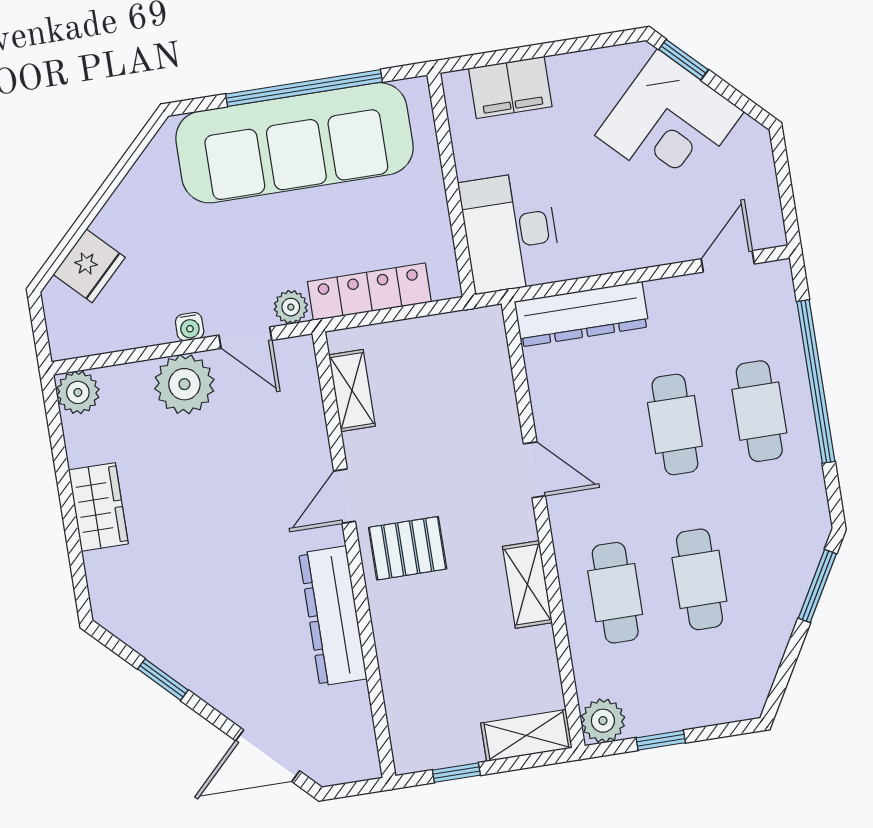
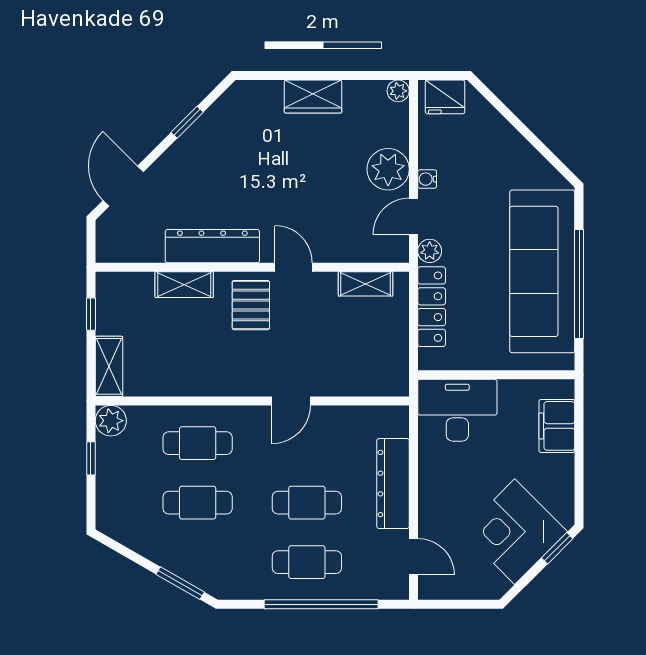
fridge: (89, 266) -> (445, 97), moved, turned -45
dresser: (582, 314) -> (393, 484), moved
plant: (78, 392) -> (398, 91), width x0.73, depth x0.73
shelving: (527, 585) -> (184, 285), moved

